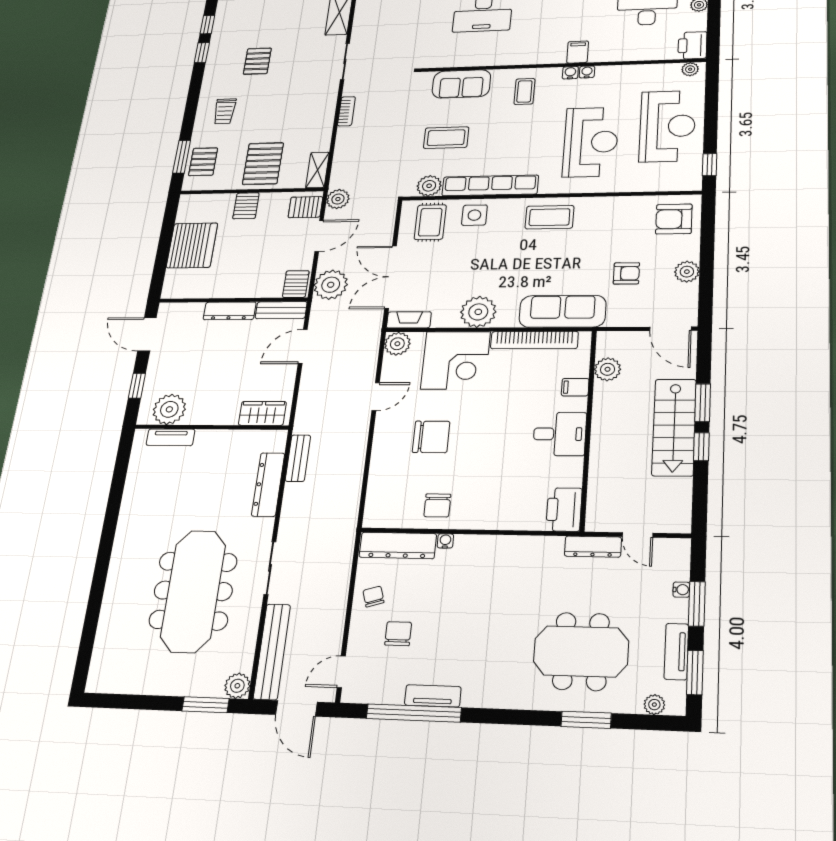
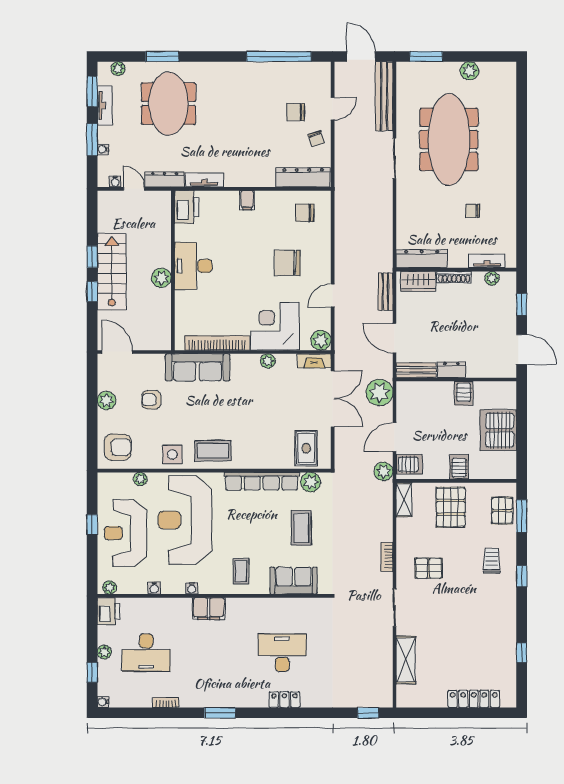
filing cabinet: (578, 52) -> (209, 609), width x2.00
window: (202, 53) -> (522, 576), moved
pallet: (257, 61) -> (429, 568), moved, turned 90
water cooler: (570, 73) -> (154, 588), moved
coffee table: (446, 138) -> (301, 528), turned 90
reception desk: (591, 142) -> (185, 520), width x1.36, depth x1.30
window: (710, 165) -> (92, 525), moved
plant: (646, 184) -> (140, 479), added
side table: (474, 215) -> (172, 454), moved
server rack: (296, 284) -> (464, 393), moved
dresser: (230, 311) -> (451, 370), width x0.70
plant: (478, 312) -> (268, 361), width x0.53, depth x0.53
door: (303, 346) -> (395, 338), swing flipped
plant: (608, 369) -> (161, 278), moved
filing cabinet: (575, 387) -> (247, 200), moved, turned 90
window: (703, 403) -> (92, 291), width x0.67
plant: (169, 409) -> (492, 278), width x0.53, depth x0.53
shoe rack: (216, 418) -> (454, 277), added
desk: (560, 434) -> (193, 266), width x1.37
bench: (298, 458) -> (386, 292), moved
dresser: (268, 484) -> (422, 259), moved, turned -90
chair: (178, 499) -> (473, 211), added
chair: (437, 505) -> (305, 213), moved, turned -90
water cooler: (445, 541) -> (115, 182), moved
chair: (398, 634) -> (296, 112), turned 90
meeting table: (581, 651) -> (168, 104), turned 90
door: (341, 672) -> (333, 109), moved
plant: (237, 686) -> (469, 71), moved
tv unit: (433, 696) -> (204, 180), moved, turned 180

